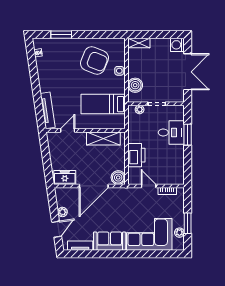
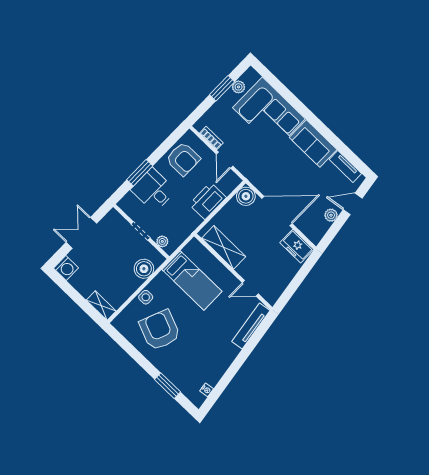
double door: (188, 72) -> (81, 233), width x0.73
armchair: (172, 165) -> (183, 159), added

